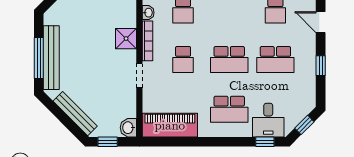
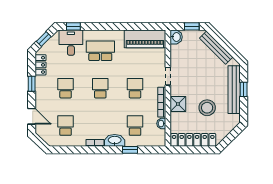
stool: (87, 34) -> (207, 108), added
window: (39, 58) -> (244, 89), width x0.46
school desk: (229, 60) -> (100, 88), width x0.54
school desk: (275, 60) -> (66, 88), width x0.54
locker: (309, 91) -> (41, 65), added

